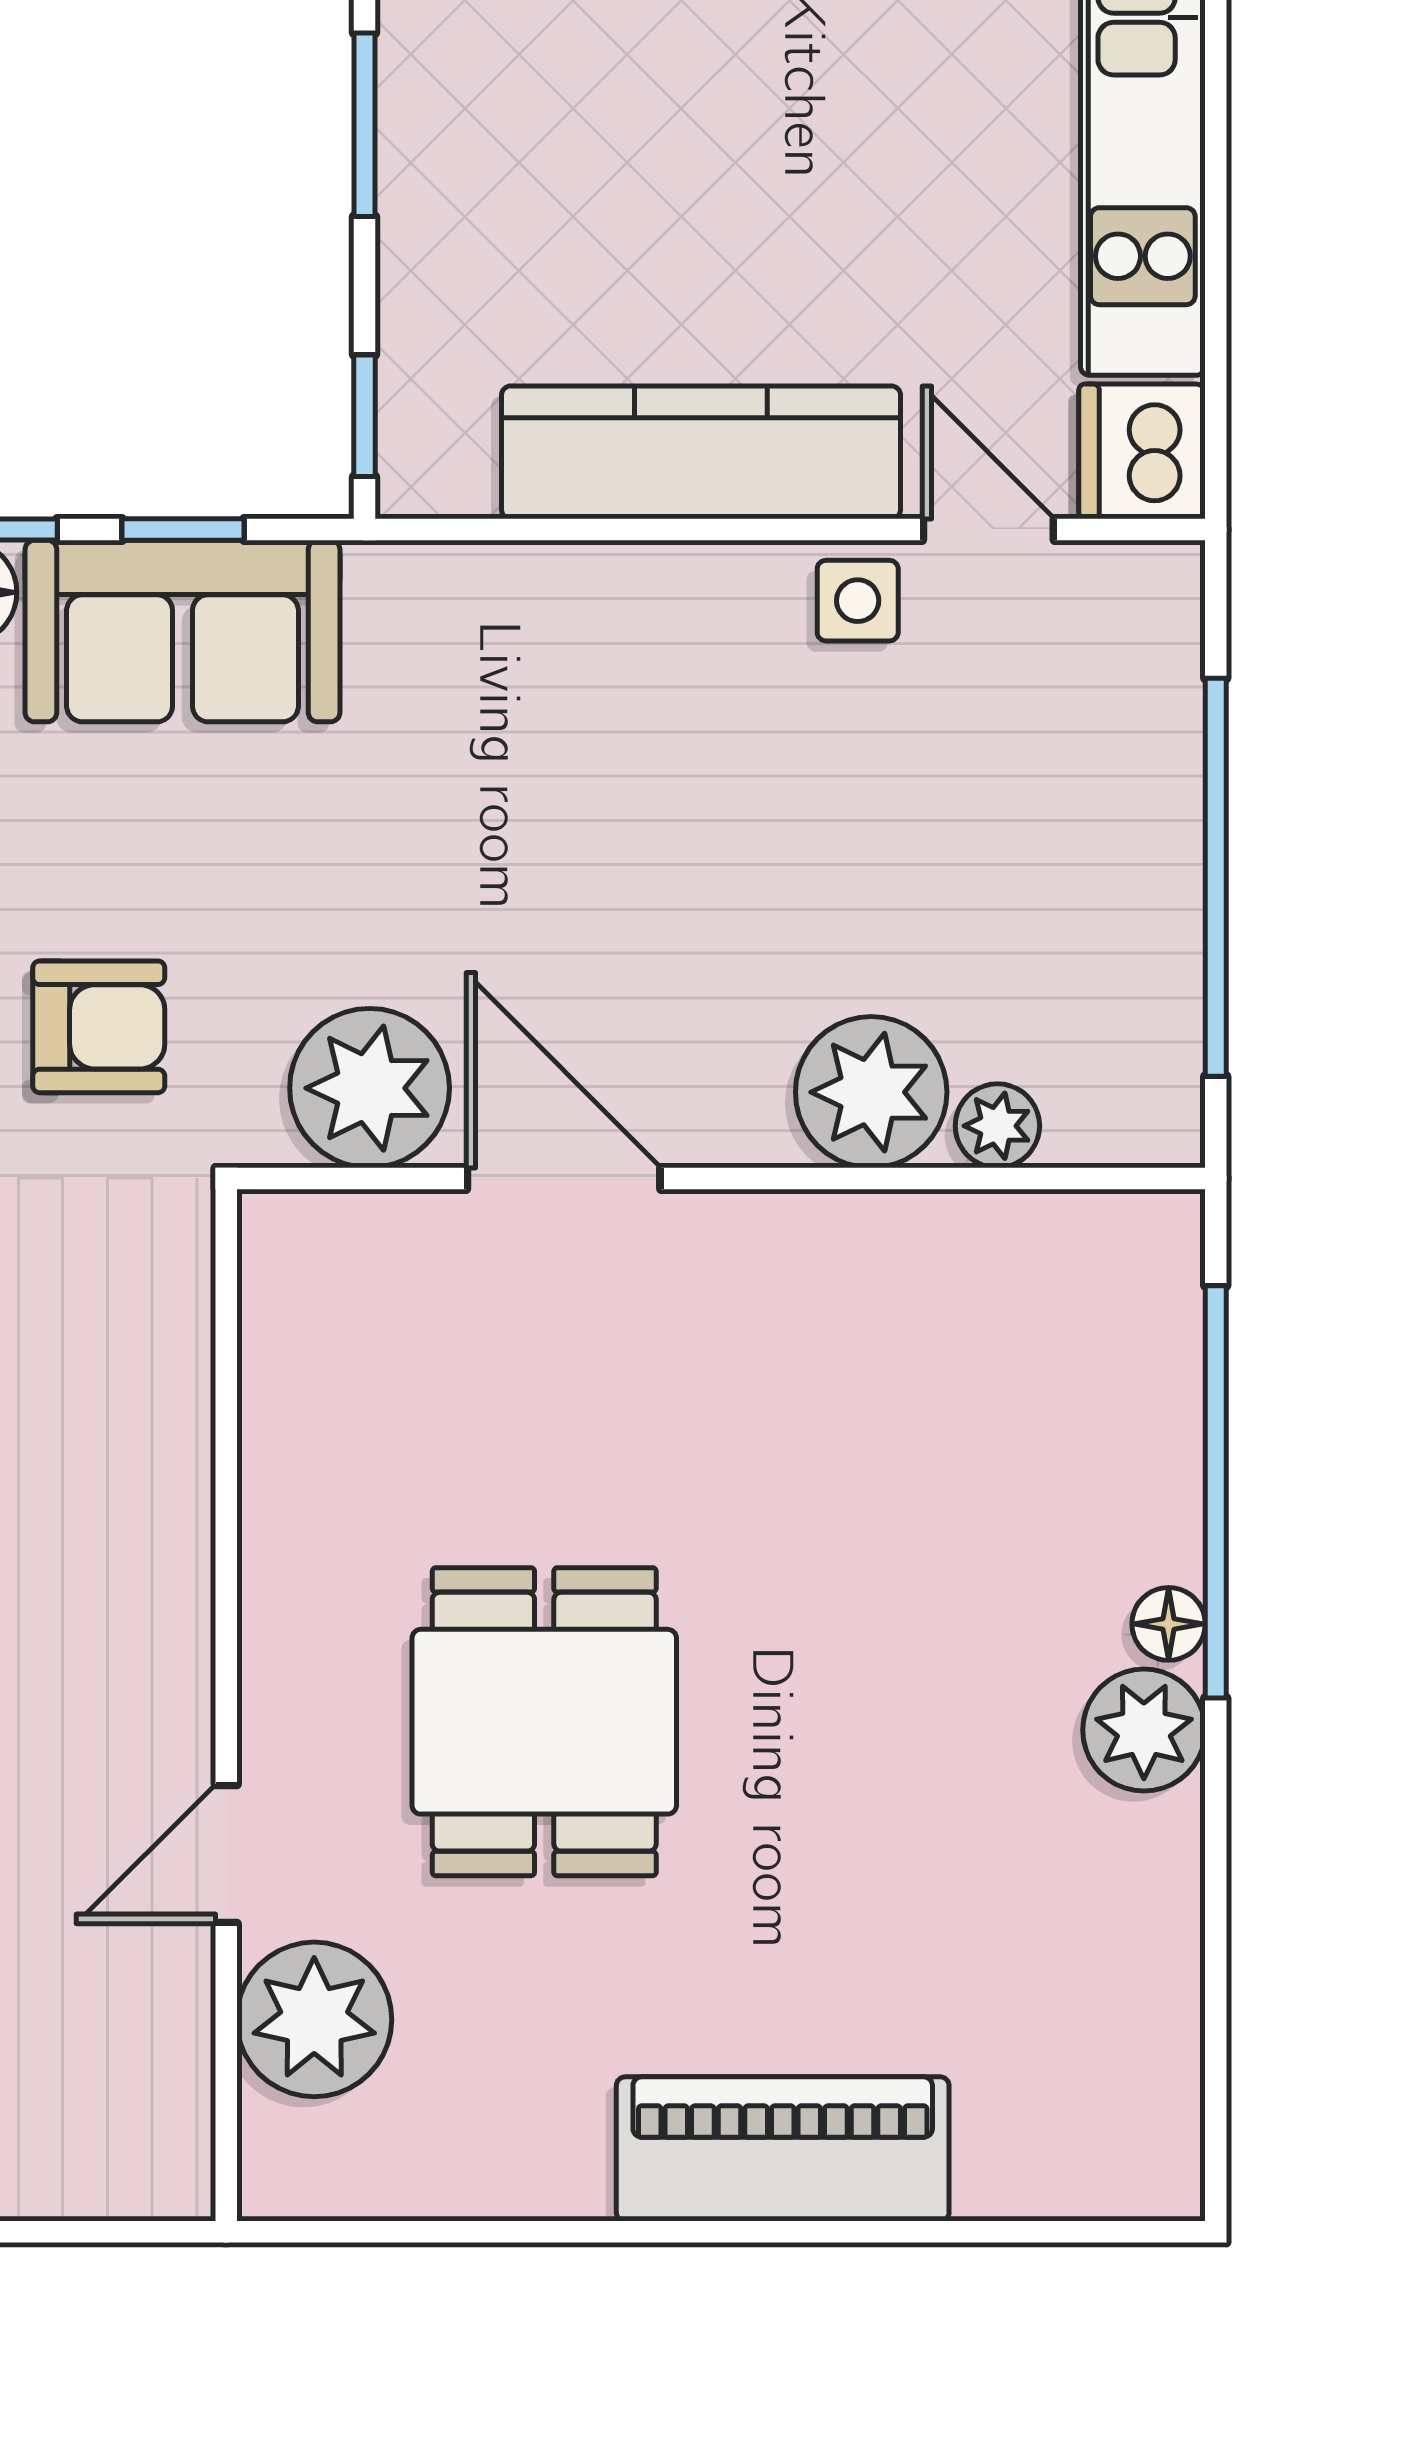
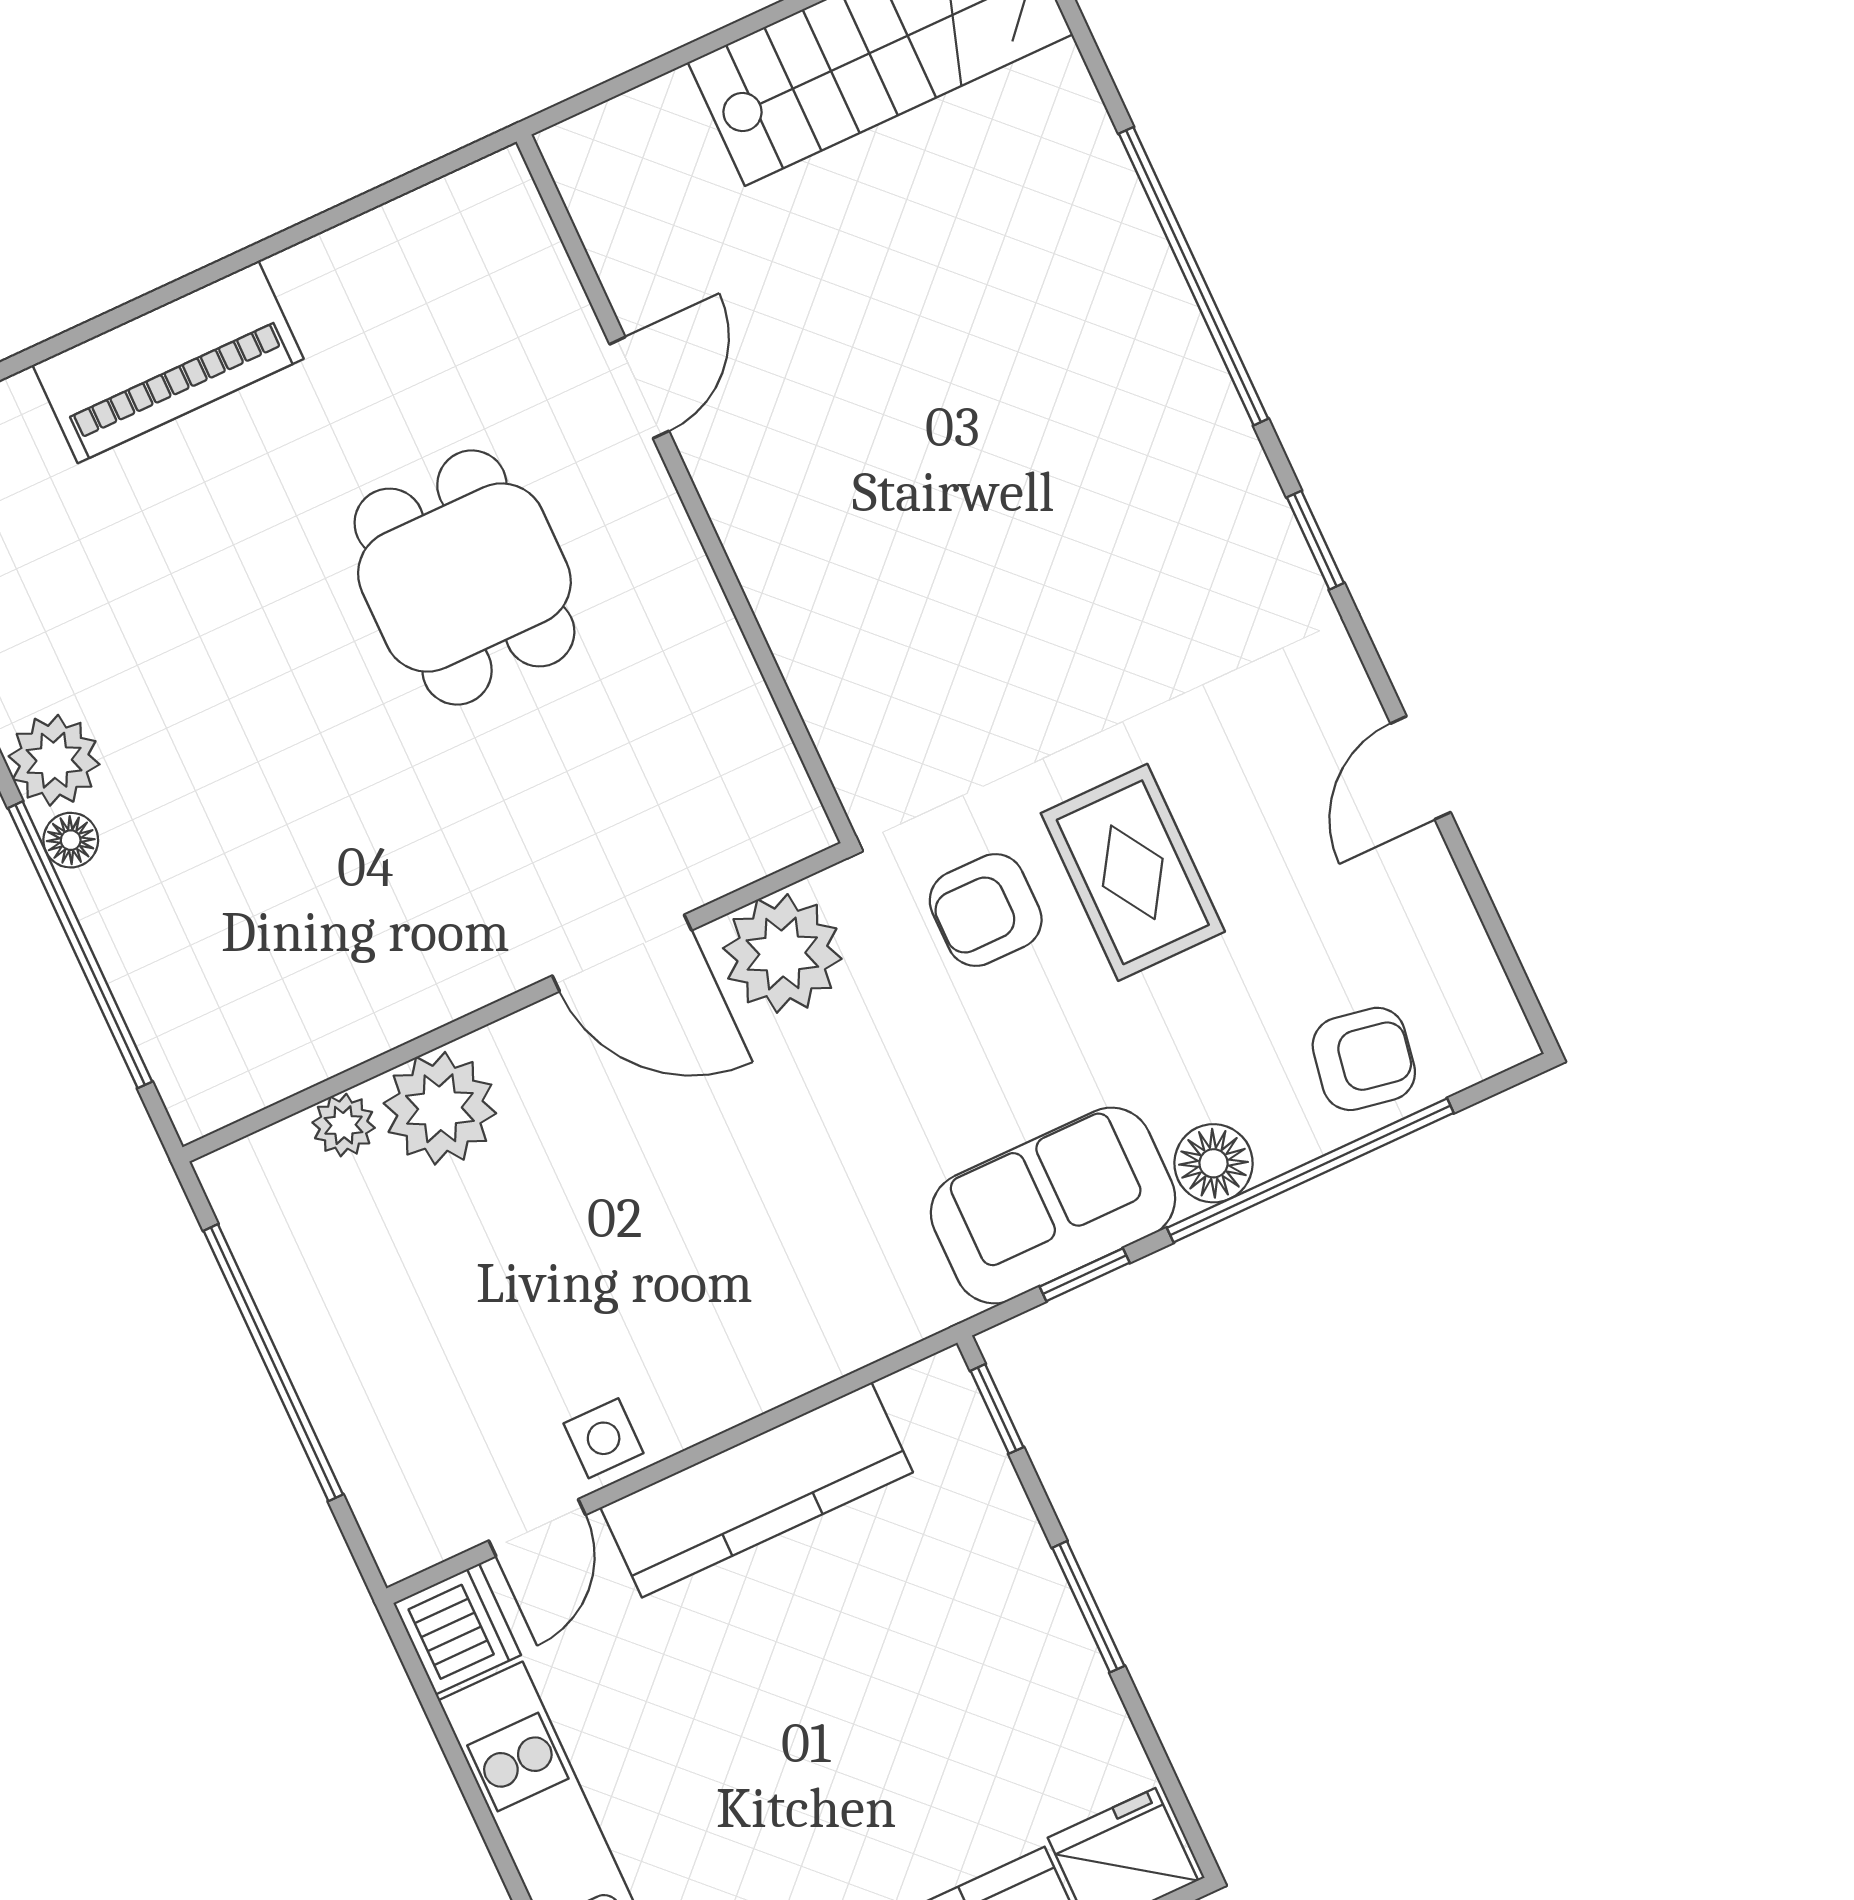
door: (988, 529) -> (537, 1528), hinge flipped
plant: (314, 2019) -> (527, 303), removed

